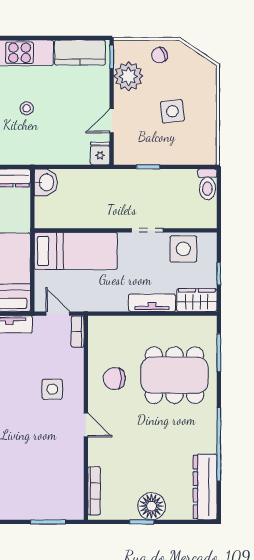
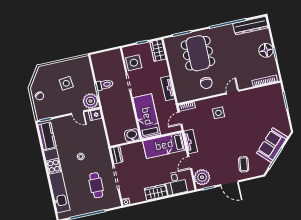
plant: (128, 76) -> (90, 101), moved
washbasin: (46, 182) -> (132, 135), moved
toilet: (207, 184) -> (105, 85), moved
tv unit: (152, 303) -> (168, 88), moved

